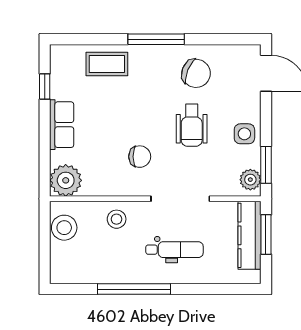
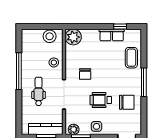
chair: (196, 73) -> (127, 102), turned -112
row of seats: (62, 125) -> (112, 35), moved
dental chair: (174, 250) -> (39, 91), turned 180

